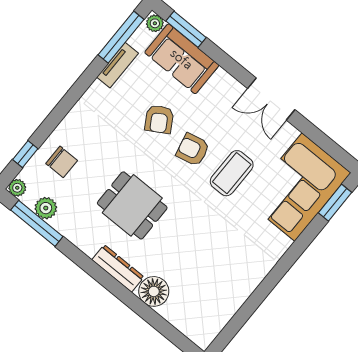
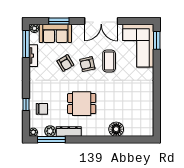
window: (186, 29) -> (59, 21), moved
double door: (271, 99) -> (101, 21), width x1.37
window: (25, 154) -> (26, 105), moved
dresser: (118, 268) -> (69, 132), moved

